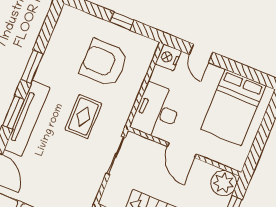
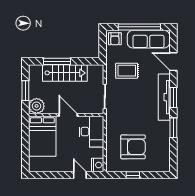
bed: (233, 107) -> (42, 136), moved, turned 180
rug: (83, 117) -> (127, 71), moved, turned 90

